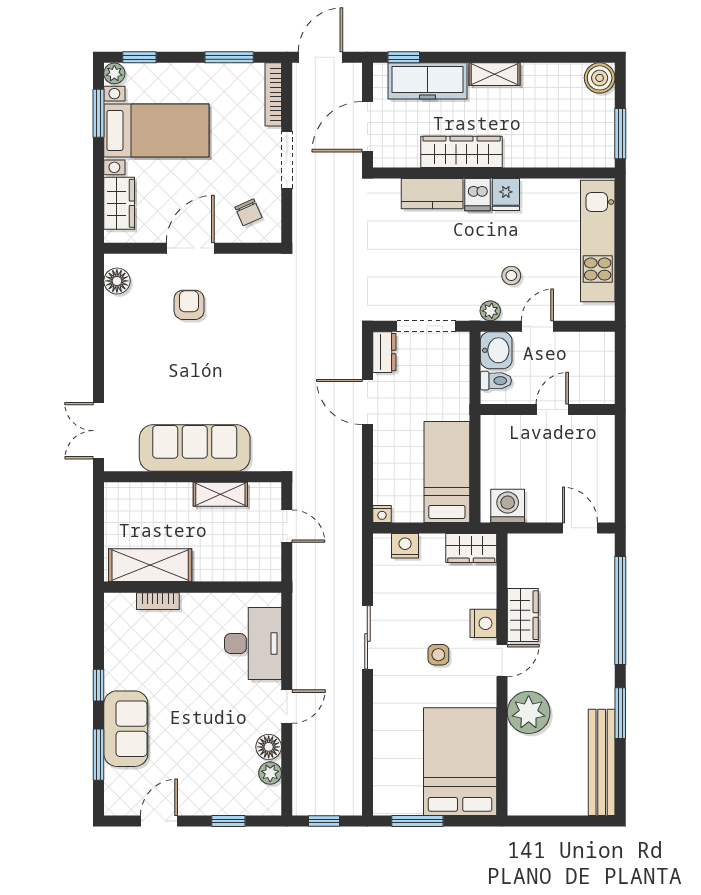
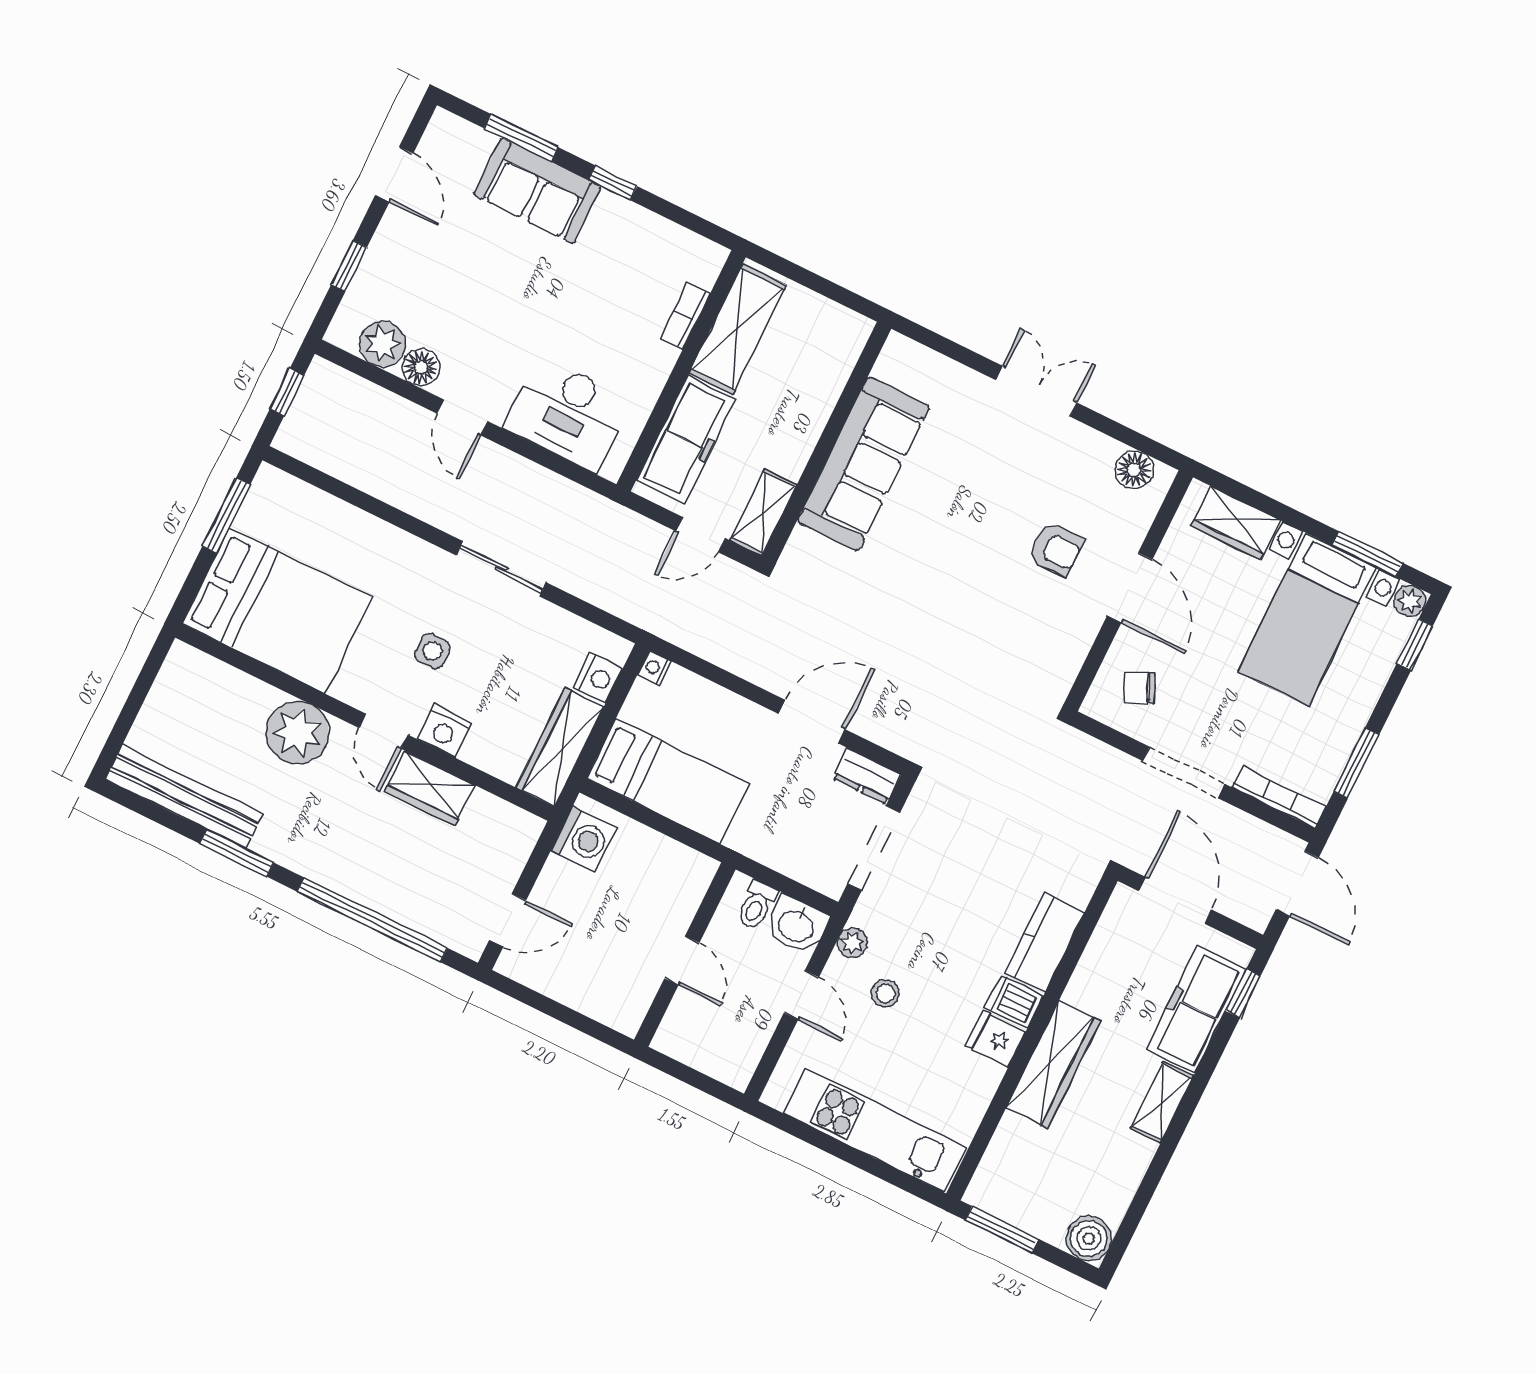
wardrobe: (462, 152) -> (1053, 1065), moved
double door: (98, 431) -> (1036, 391), moved
shelving: (220, 494) -> (763, 513), moved
wardrobe: (471, 548) -> (560, 747), width x1.50
freezer: (233, 563) -> (686, 440), added
plant: (270, 773) -> (383, 344), width x1.38, depth x1.38

